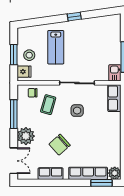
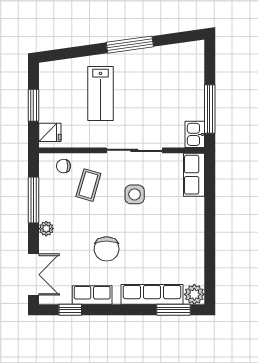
window: (74, 17) -> (130, 45), width x2.17
stool: (29, 55) -> (58, 106), removed
plant: (26, 136) -> (46, 229), width x0.53, depth x0.53
chair: (60, 145) -> (107, 249), turned -48
window: (37, 183) -> (70, 310), added

